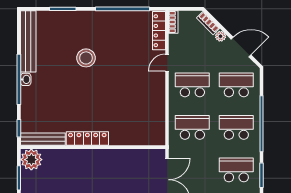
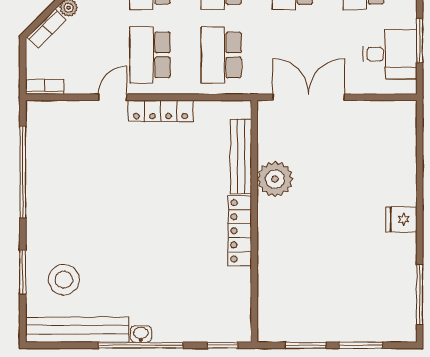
locker: (159, 31) -> (161, 111), moved
stool: (86, 58) -> (64, 280), moved
door: (167, 63) -> (113, 97), swing flipped
bench: (43, 139) -> (241, 156), moved
plant: (31, 160) -> (275, 179), moved

